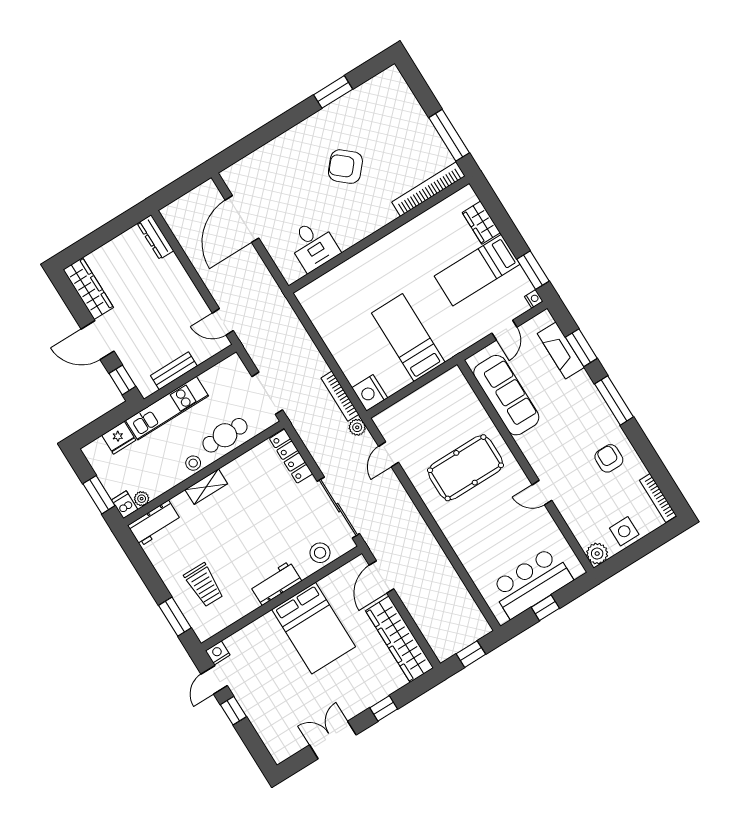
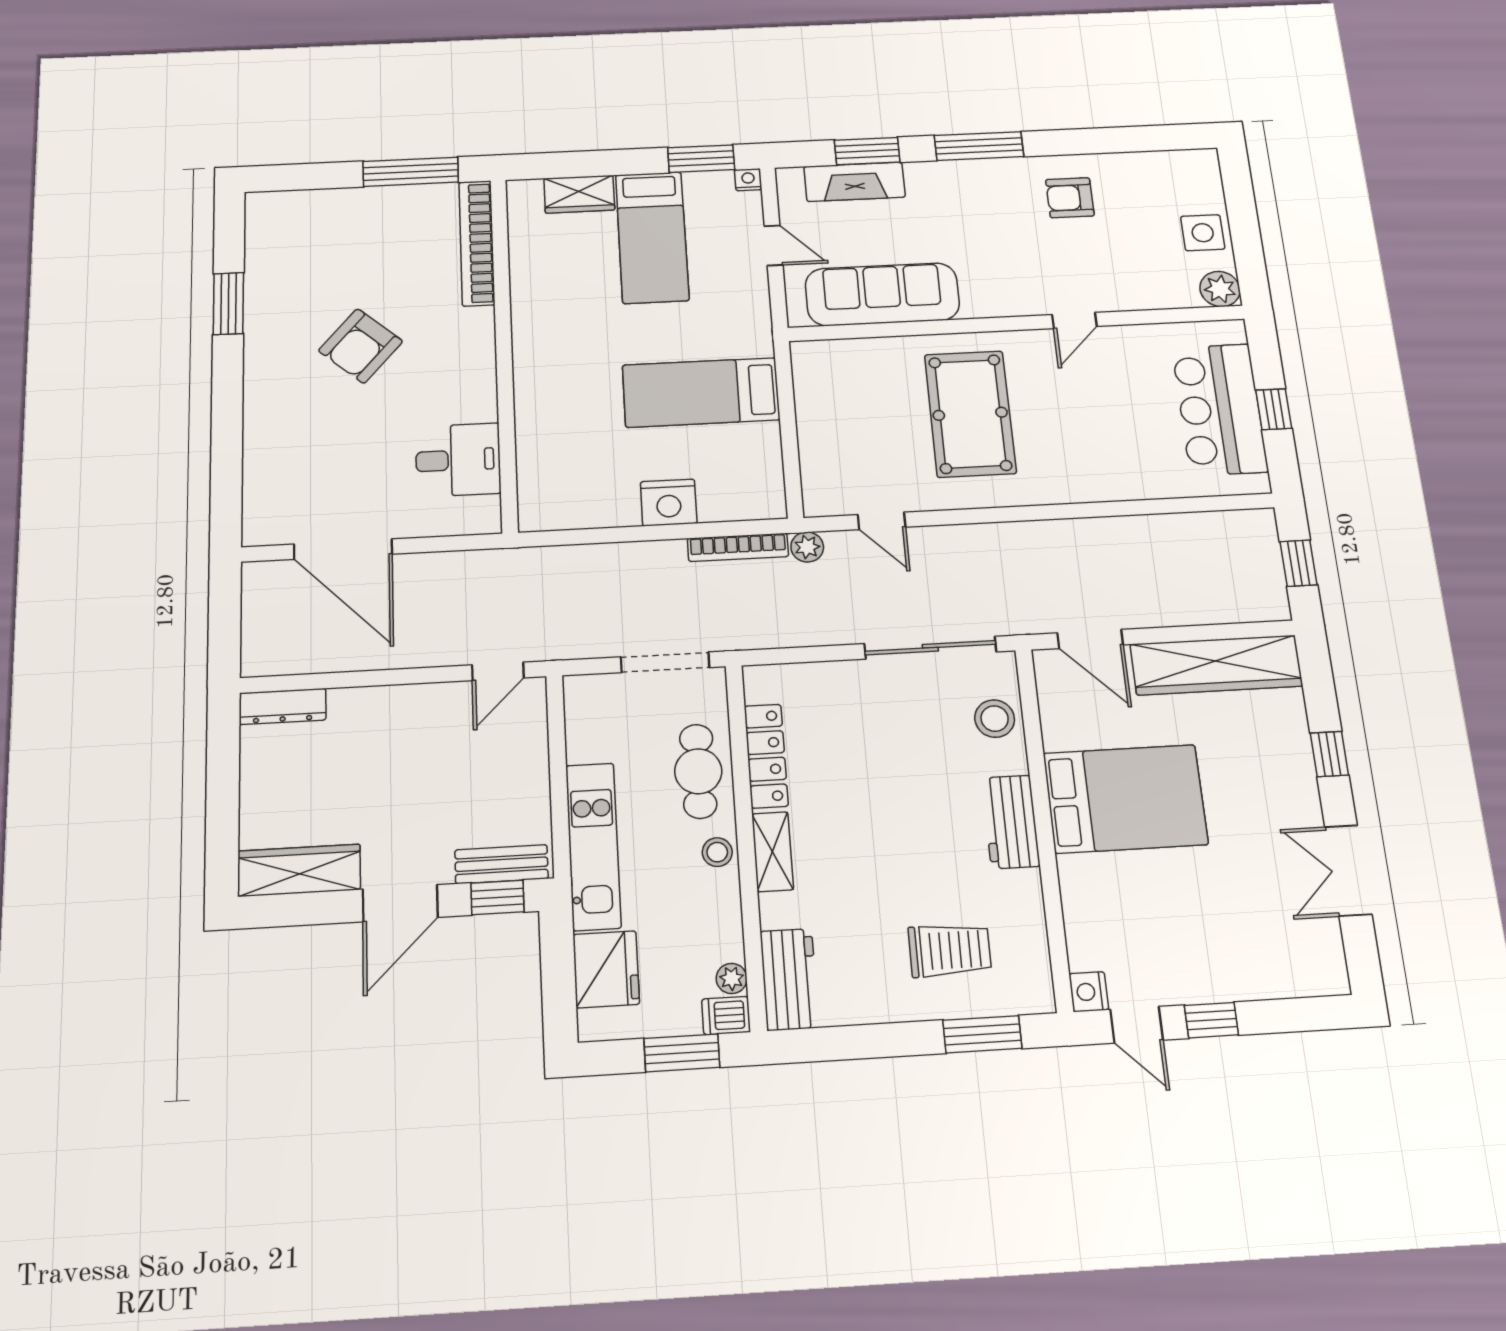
bench: (174, 371) -> (501, 864), moved, turned 90
nightstand: (370, 393) -> (669, 503), moved
fridge: (119, 438) -> (606, 969), width x1.36, depth x1.34
locker: (291, 456) -> (766, 756), moved, turned -90
bookcase: (658, 498) -> (1173, 160), removed

